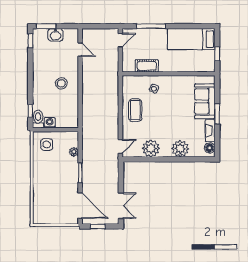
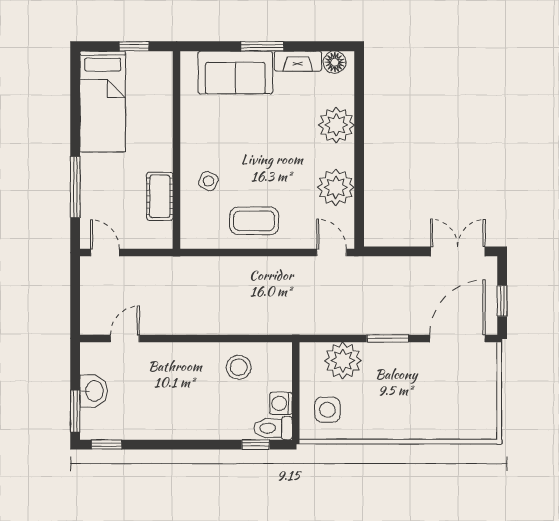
stool: (61, 83) -> (239, 367), moved
plant: (74, 152) -> (343, 361), width x1.87, depth x1.87

